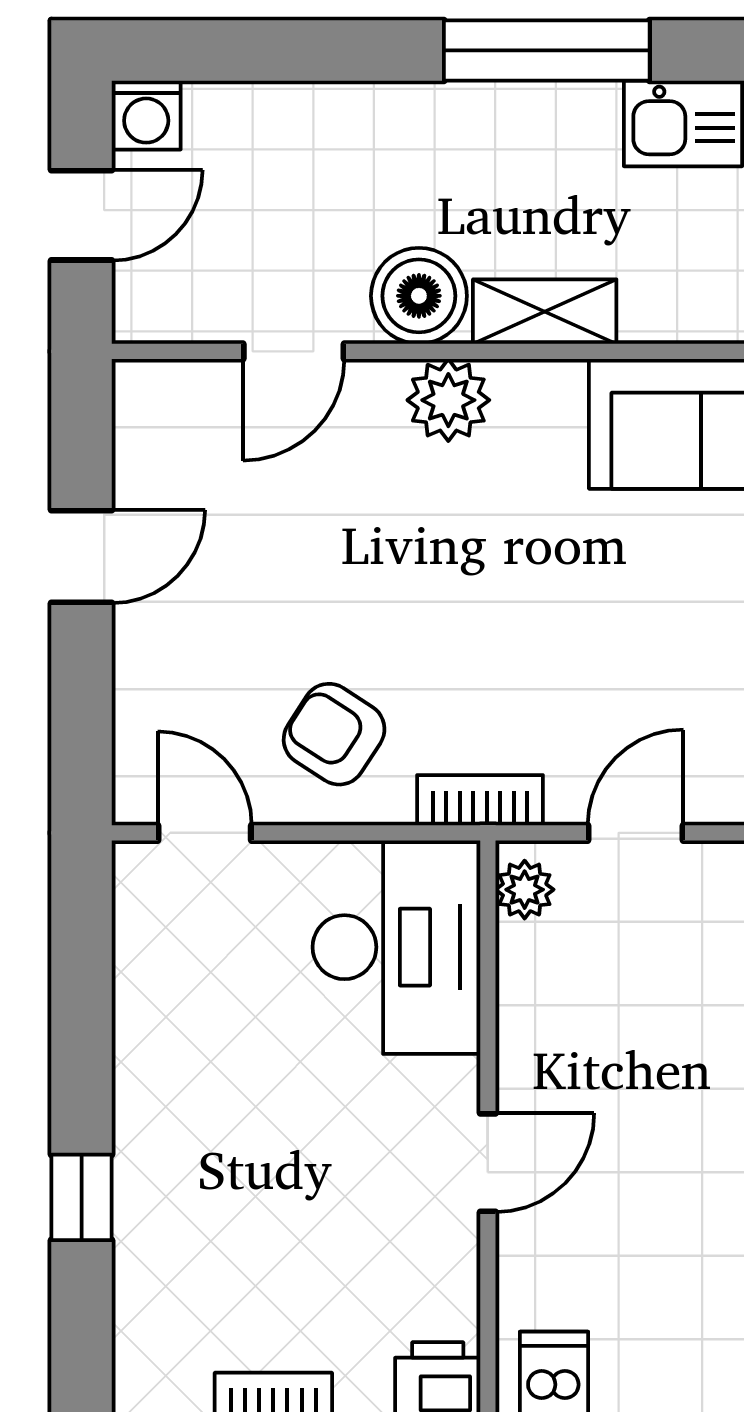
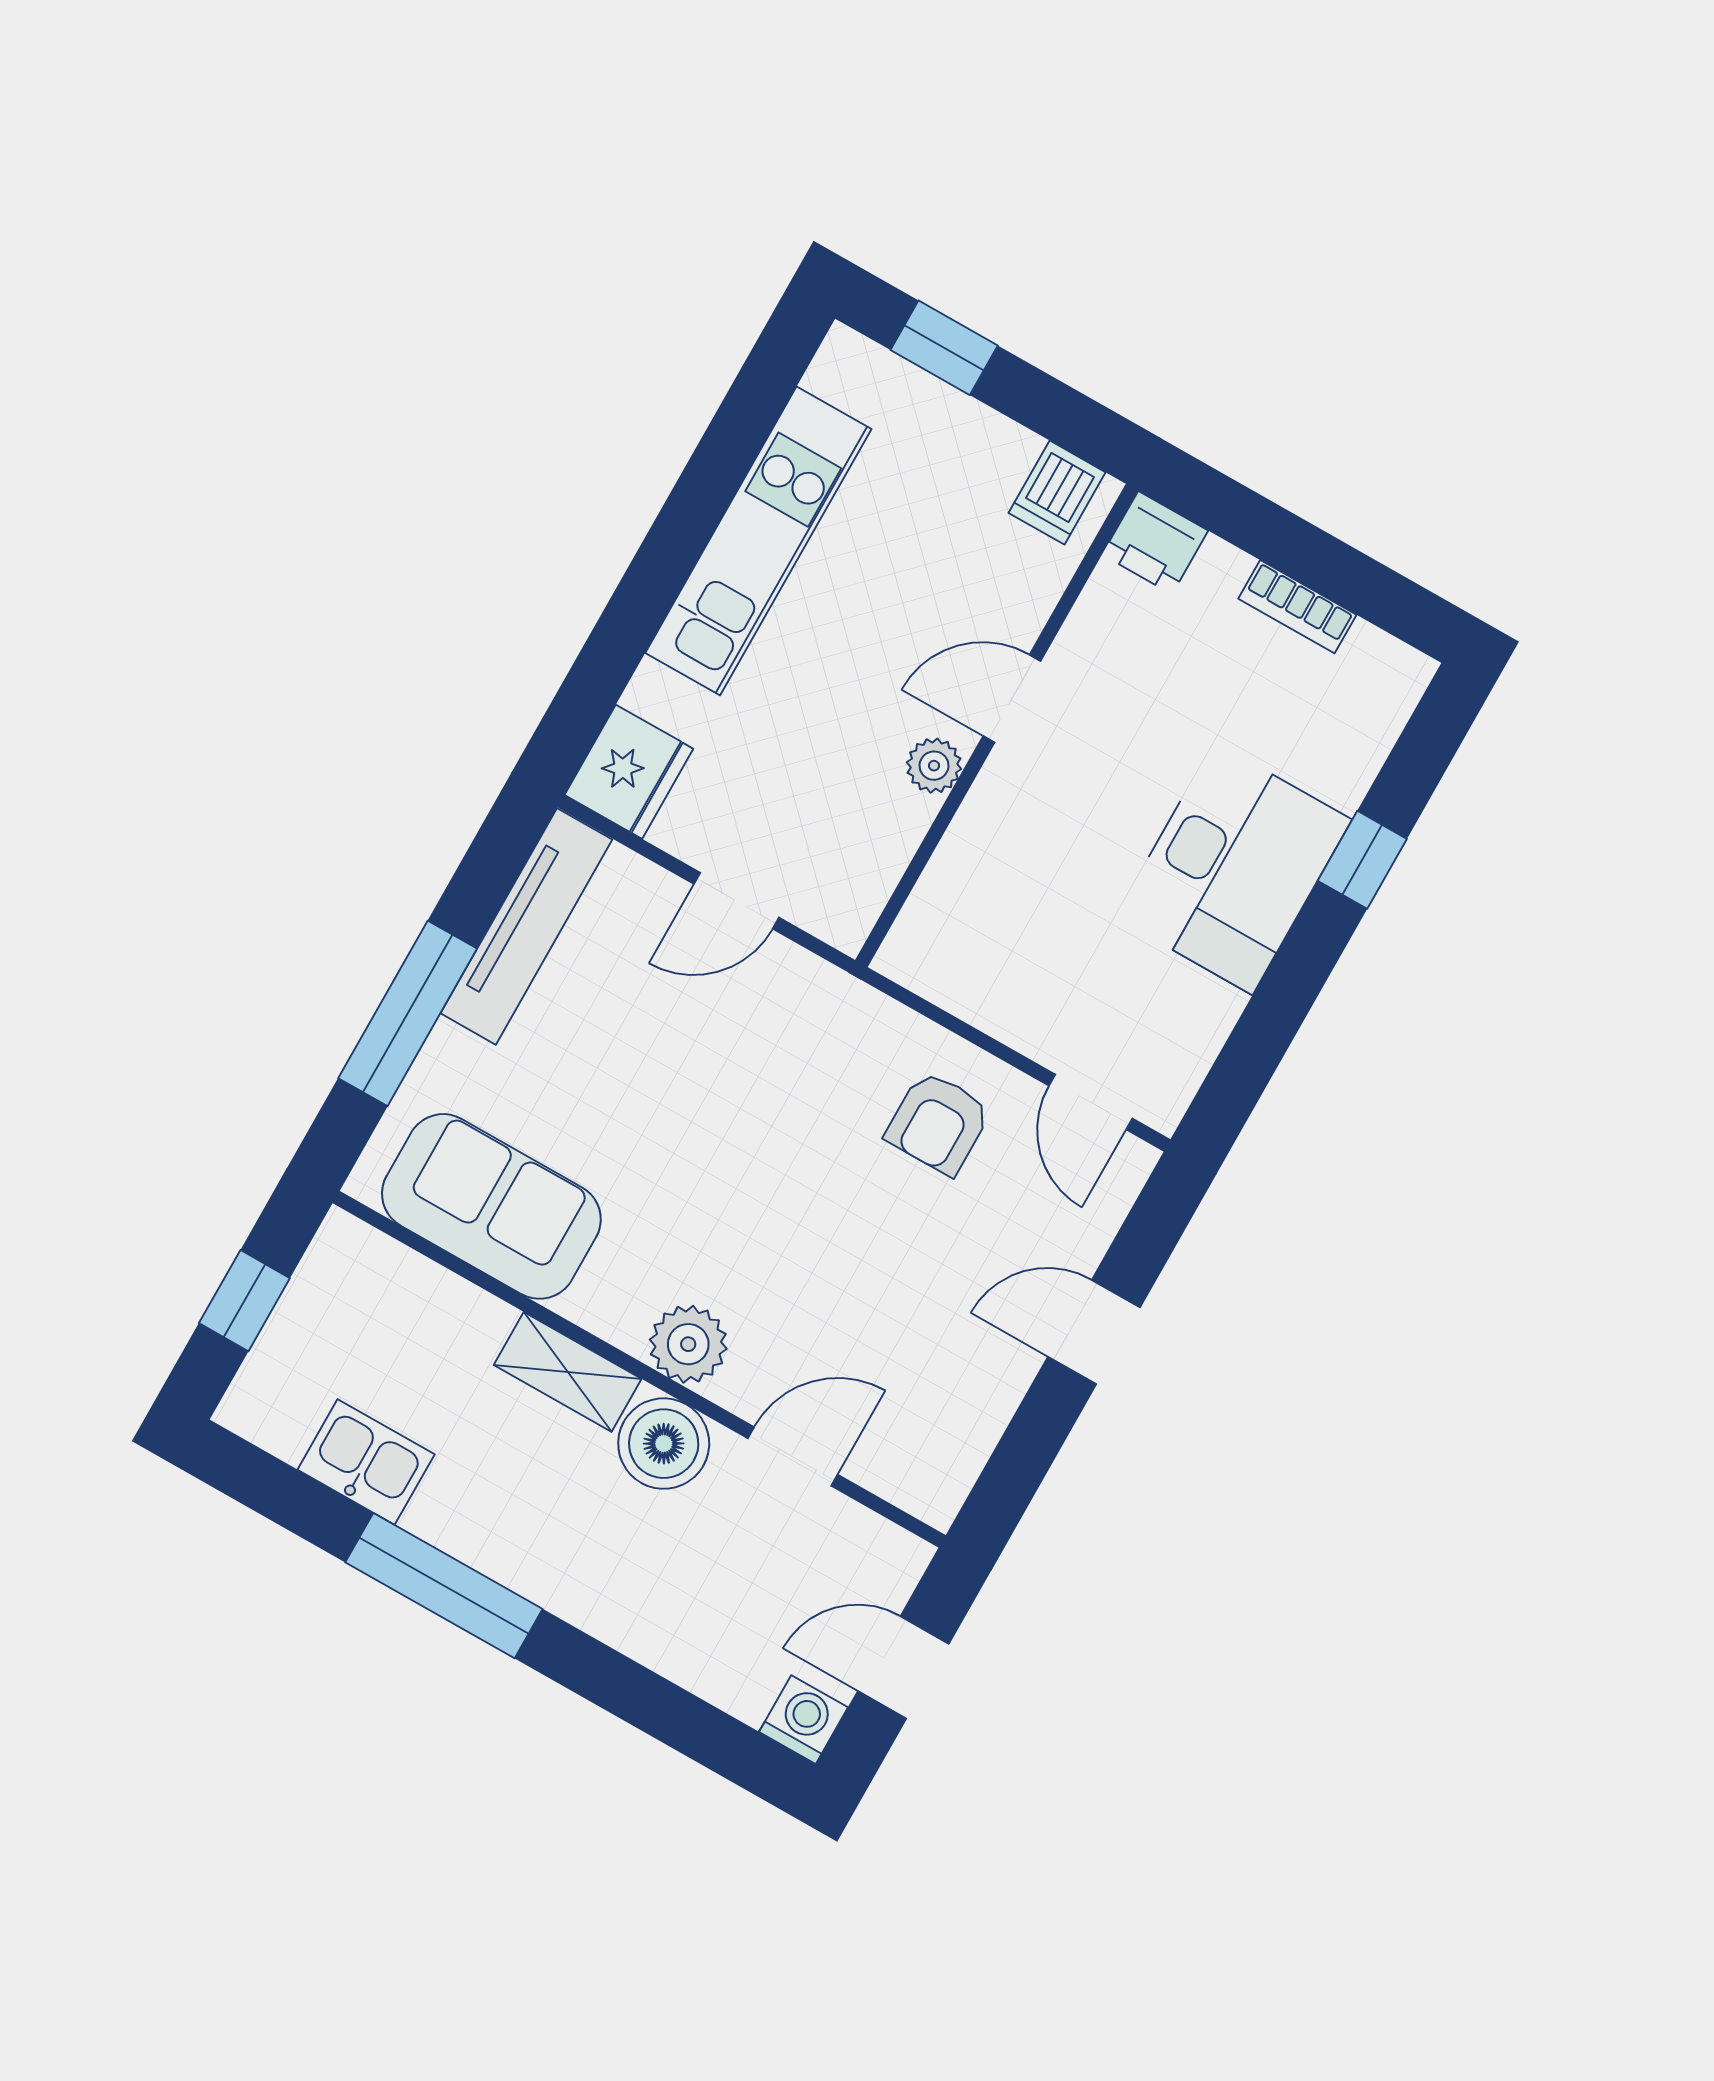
door: (82, 557) -> (1094, 1332), moved
armchair: (334, 734) -> (938, 1123), turned 57
bookcase: (480, 800) -> (849, 1000), removed
plant: (525, 890) -> (934, 766), moved
desk: (396, 947) -> (1233, 868), moved, turned 180

